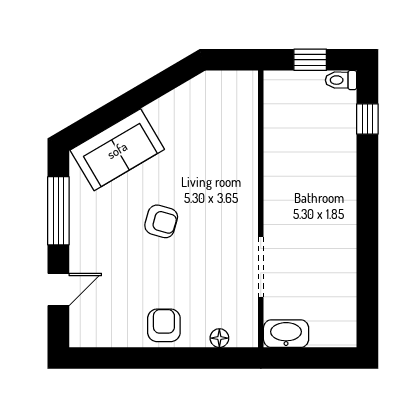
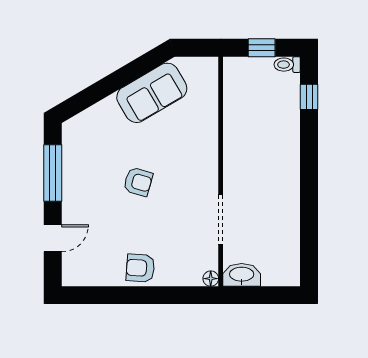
sofa: (117, 150) -> (152, 93), moved
armchair: (164, 325) -> (140, 268), turned -86
floor lamp: (219, 338) -> (211, 279), moved

